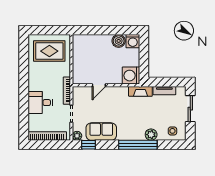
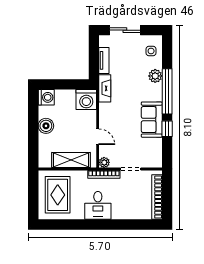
boiler: (119, 41) -> (46, 126), moved
shelving: (79, 62) -> (71, 160), added
desk: (40, 103) -> (98, 205), moved
sofa: (101, 132) -> (152, 120), moved
plant: (77, 136) -> (104, 162), moved
window: (88, 145) -> (167, 129), moved

